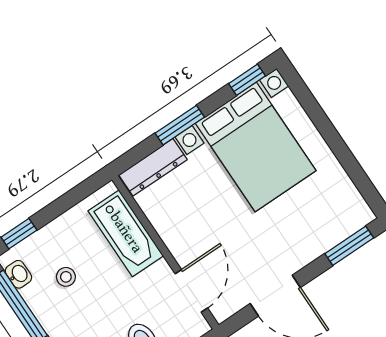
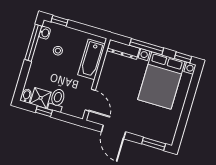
window: (180, 125) -> (147, 47), width x1.44
door: (191, 291) -> (90, 100), hinge flipped

